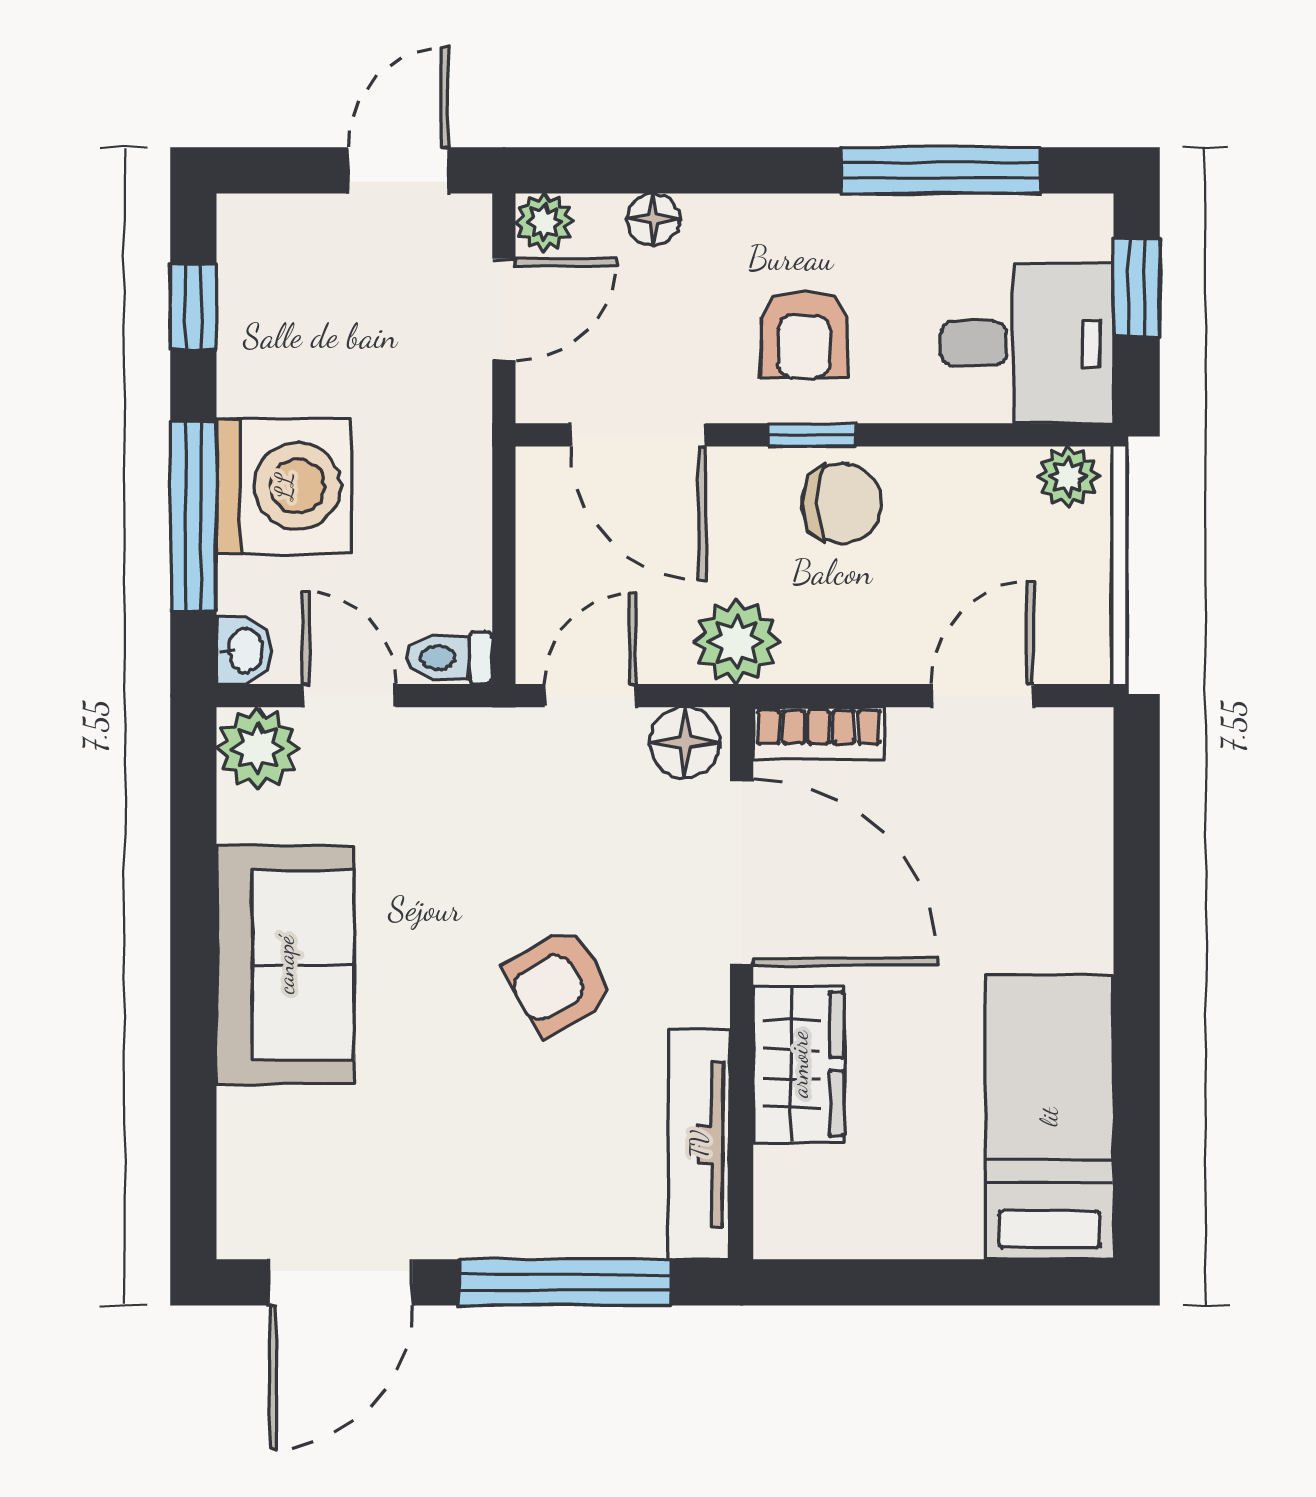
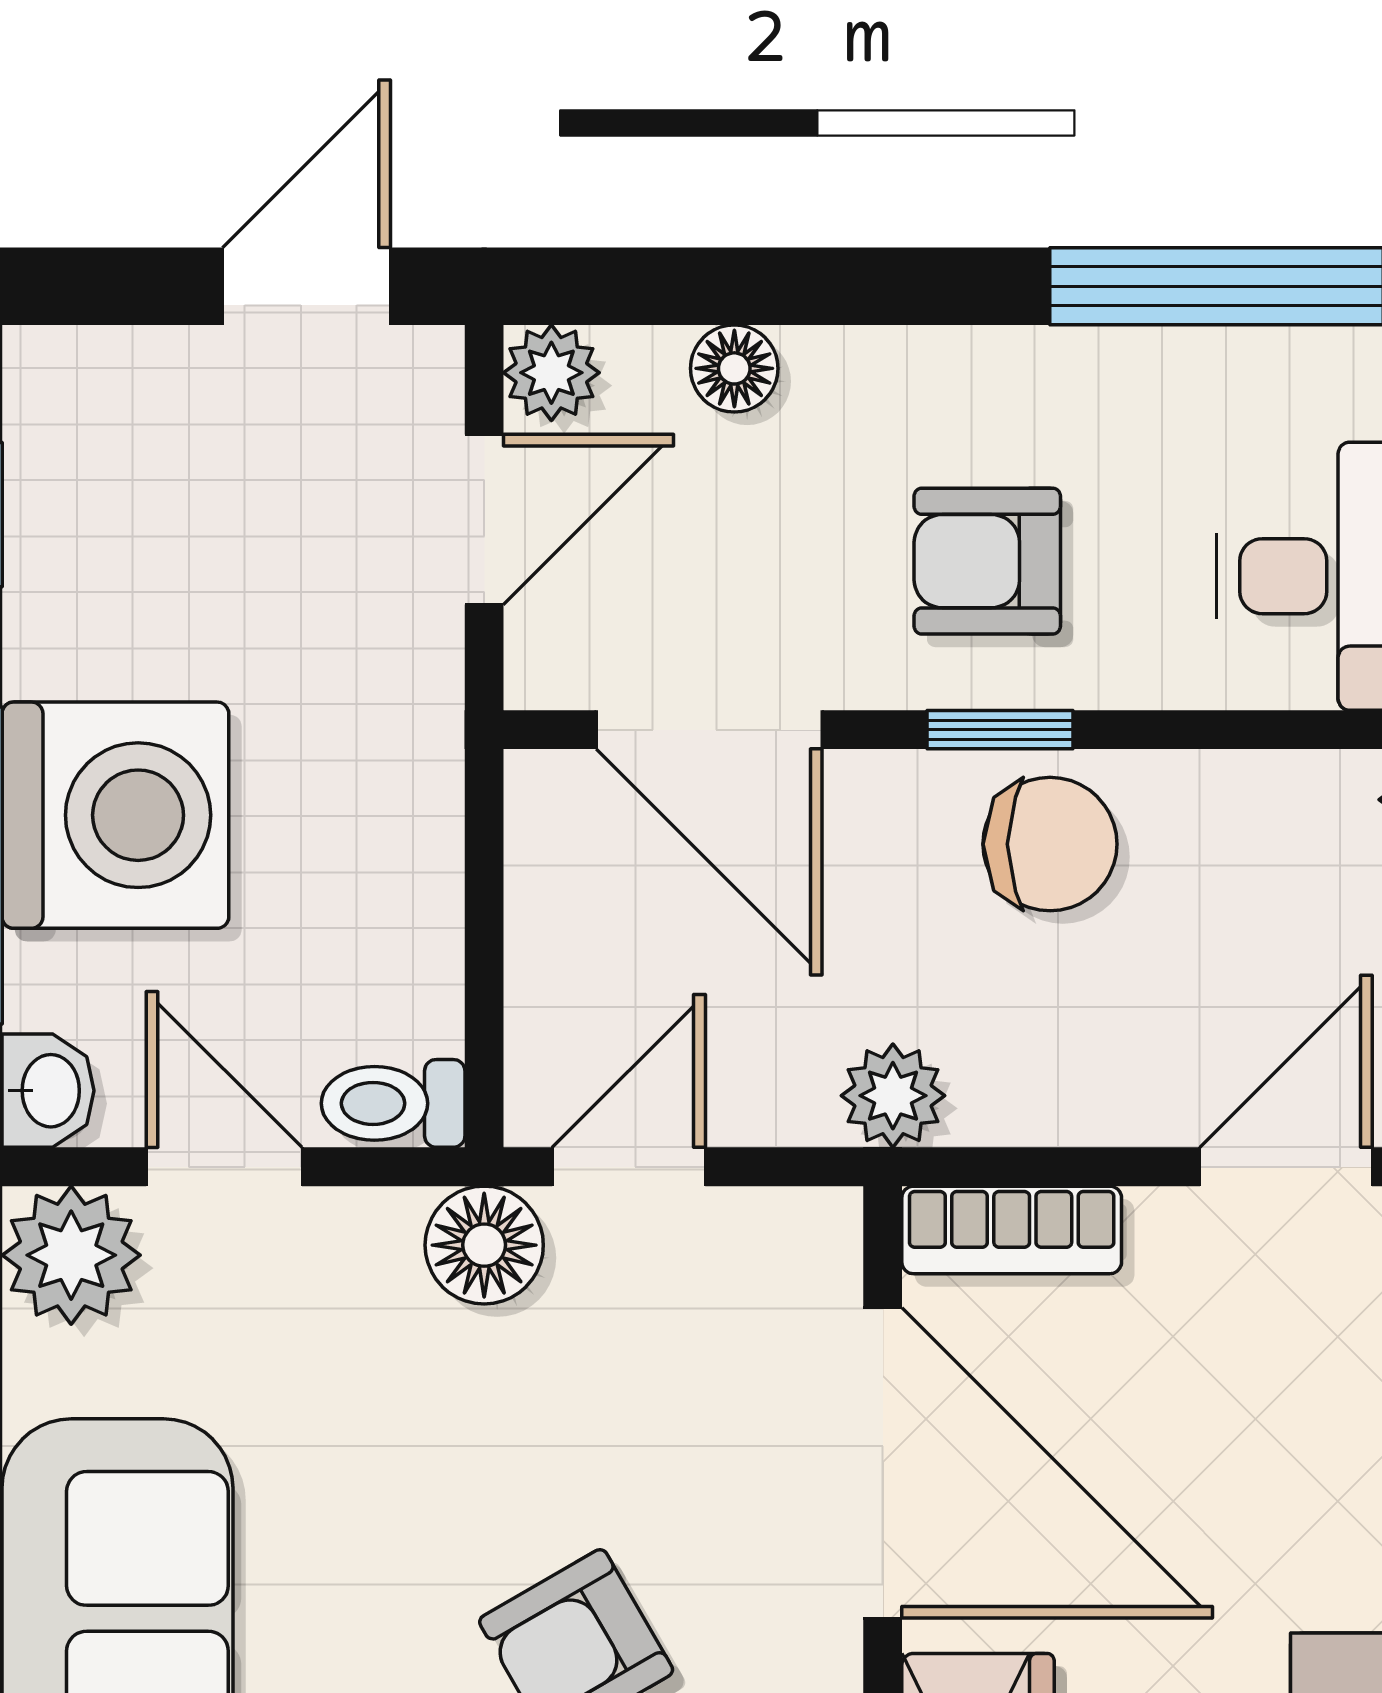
armchair: (804, 334) -> (987, 561), turned 90
plant: (736, 642) -> (893, 1096), width x0.73, depth x0.73
floor lamp: (685, 742) -> (484, 1245), moved

